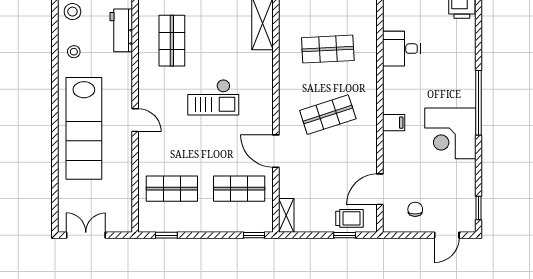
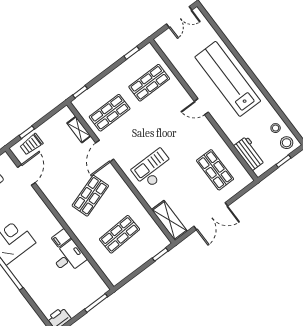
desk: (401, 49) -> (69, 257), moved
stool: (74, 52) -> (276, 128), moved
checkout: (213, 97) -> (153, 169), moved
filing cabinet: (394, 123) -> (61, 238), moved
door: (276, 151) -> (105, 151), swing flipped
shelving: (286, 215) -> (79, 130), moved

